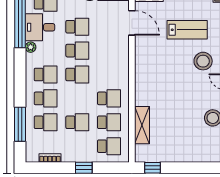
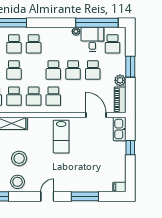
door: (132, 23) -> (96, 115), swing flipped
lab bench: (187, 30) -> (61, 137), moved
stool: (203, 61) -> (19, 158), moved
school desk: (46, 74) -> (53, 96), moved

